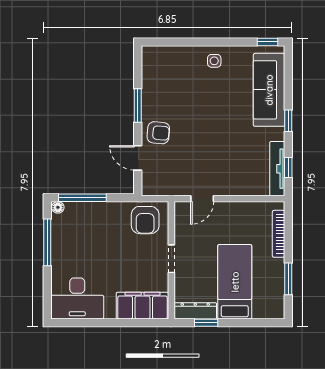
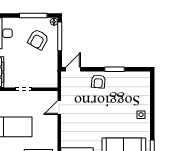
door: (138, 158) -> (73, 69), moved
door: (202, 199) -> (59, 107), hinge flipped
armchair: (145, 220) -> (38, 40), moved, turned -61

